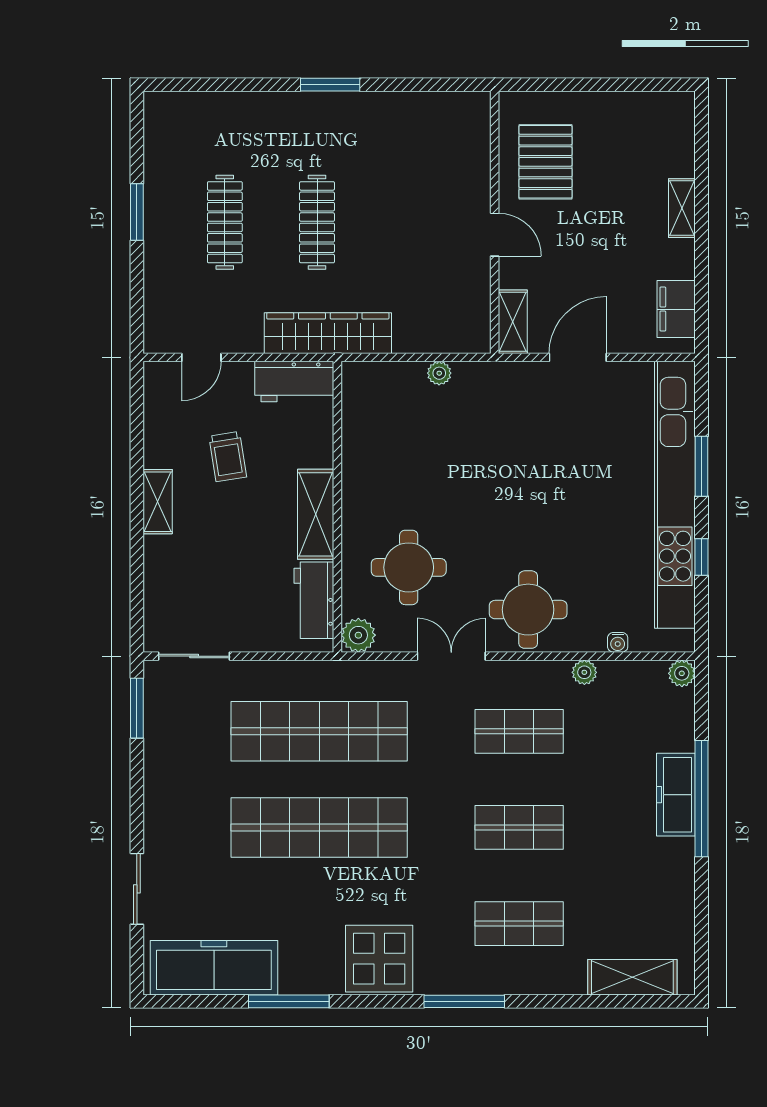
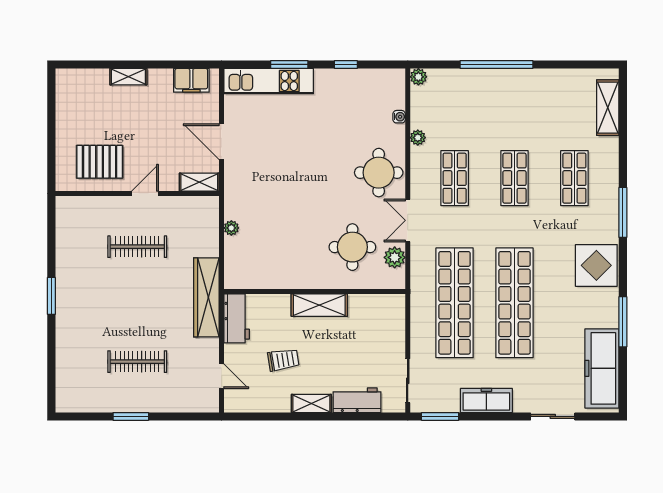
clothes rail: (317, 222) -> (137, 247), moved
kitchen unit: (675, 495) -> (269, 81), width x0.54
workbench: (314, 600) -> (357, 400), moved, turned 180
plant: (358, 635) -> (395, 257), moved
freezer: (676, 795) -> (486, 401), moved, turned 180

